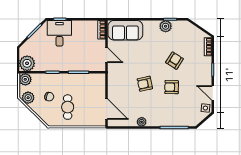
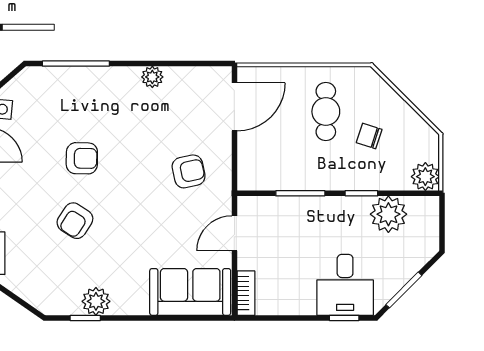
door: (107, 55) -> (234, 233), hinge flipped
plant: (27, 63) -> (388, 214), moved
armchair: (145, 84) -> (189, 171), moved
plant: (28, 98) -> (419, 134), removed
door: (107, 109) -> (234, 107), swing flipped

